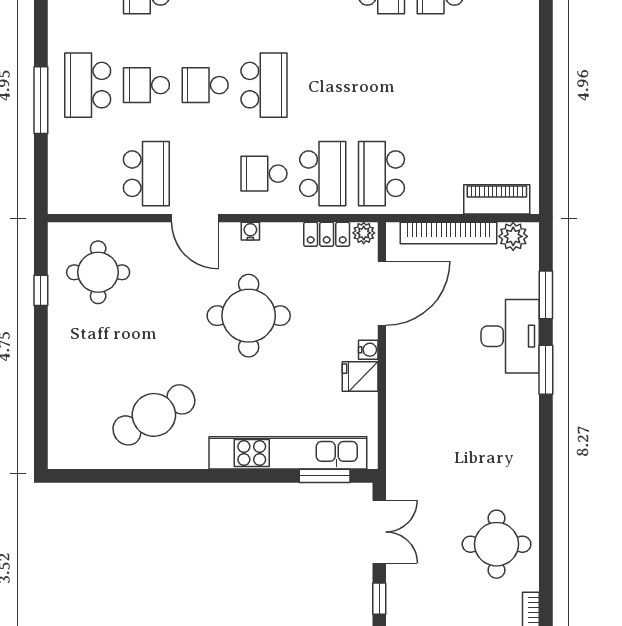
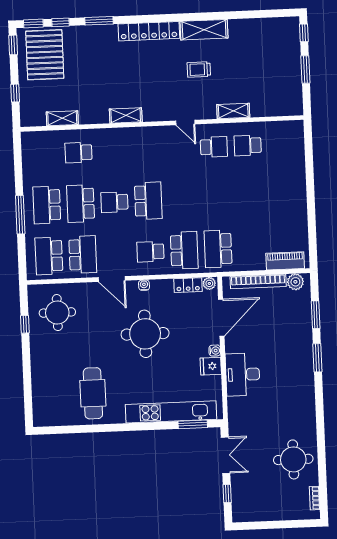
school desk: (146, 85) -> (81, 204), width x1.85
school desk: (88, 174) -> (49, 256), added
desk: (510, 336) -> (243, 374), moved, turned 180
cafe table: (154, 415) -> (93, 393), turned -60

